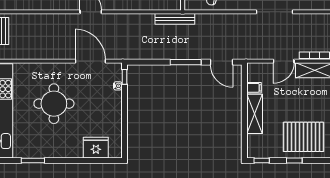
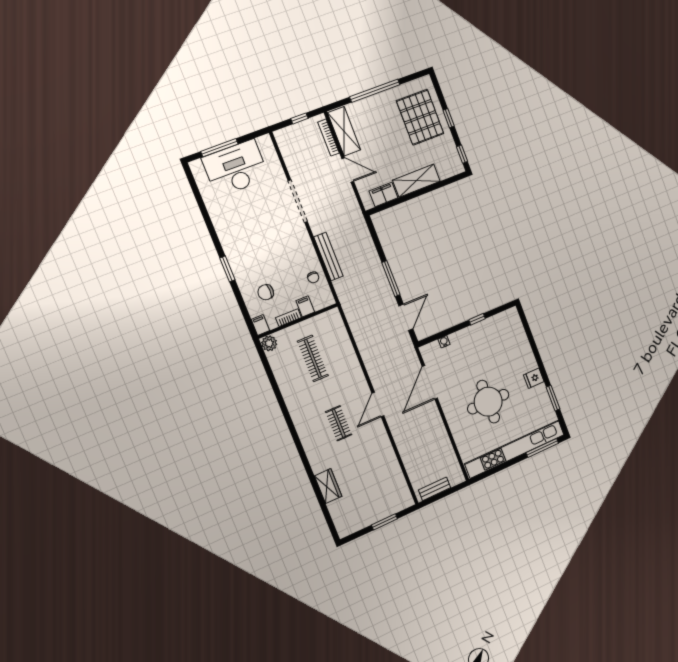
bench: (175, 19) -> (328, 257), moved
door: (222, 62) -> (406, 317), moved
window: (124, 77) -> (477, 319), moved
filing cabinet: (254, 88) -> (384, 194), width x2.00
fridge: (96, 148) -> (534, 378), moved, width x0.53, depth x0.75

